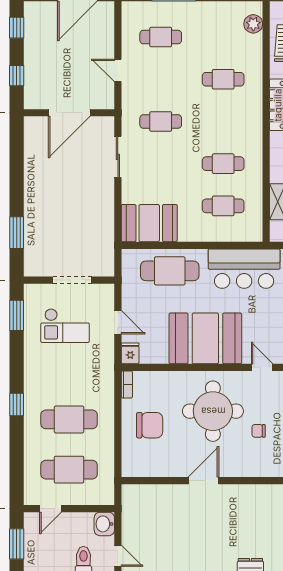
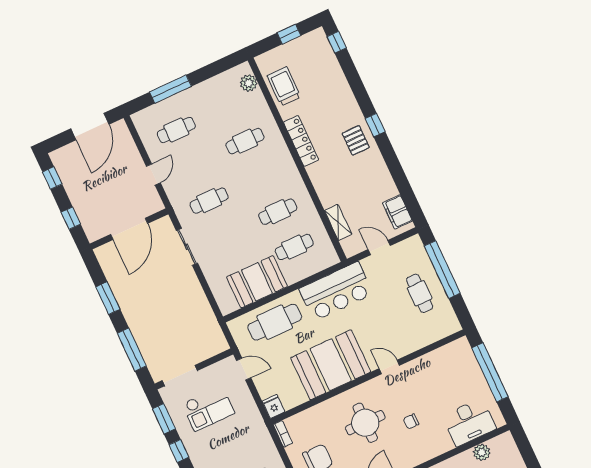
door: (118, 70) -> (153, 174), swing flipped
window: (17, 171) -> (108, 298), added
booth: (149, 223) -> (257, 282), moved
window: (17, 233) -> (132, 350), width x1.44
doorway: (72, 280) -> (180, 376), moved
door: (118, 322) -> (244, 369), moved
window: (17, 354) -> (179, 451), added
round table: (213, 411) -> (365, 423), width x0.73, depth x0.73

